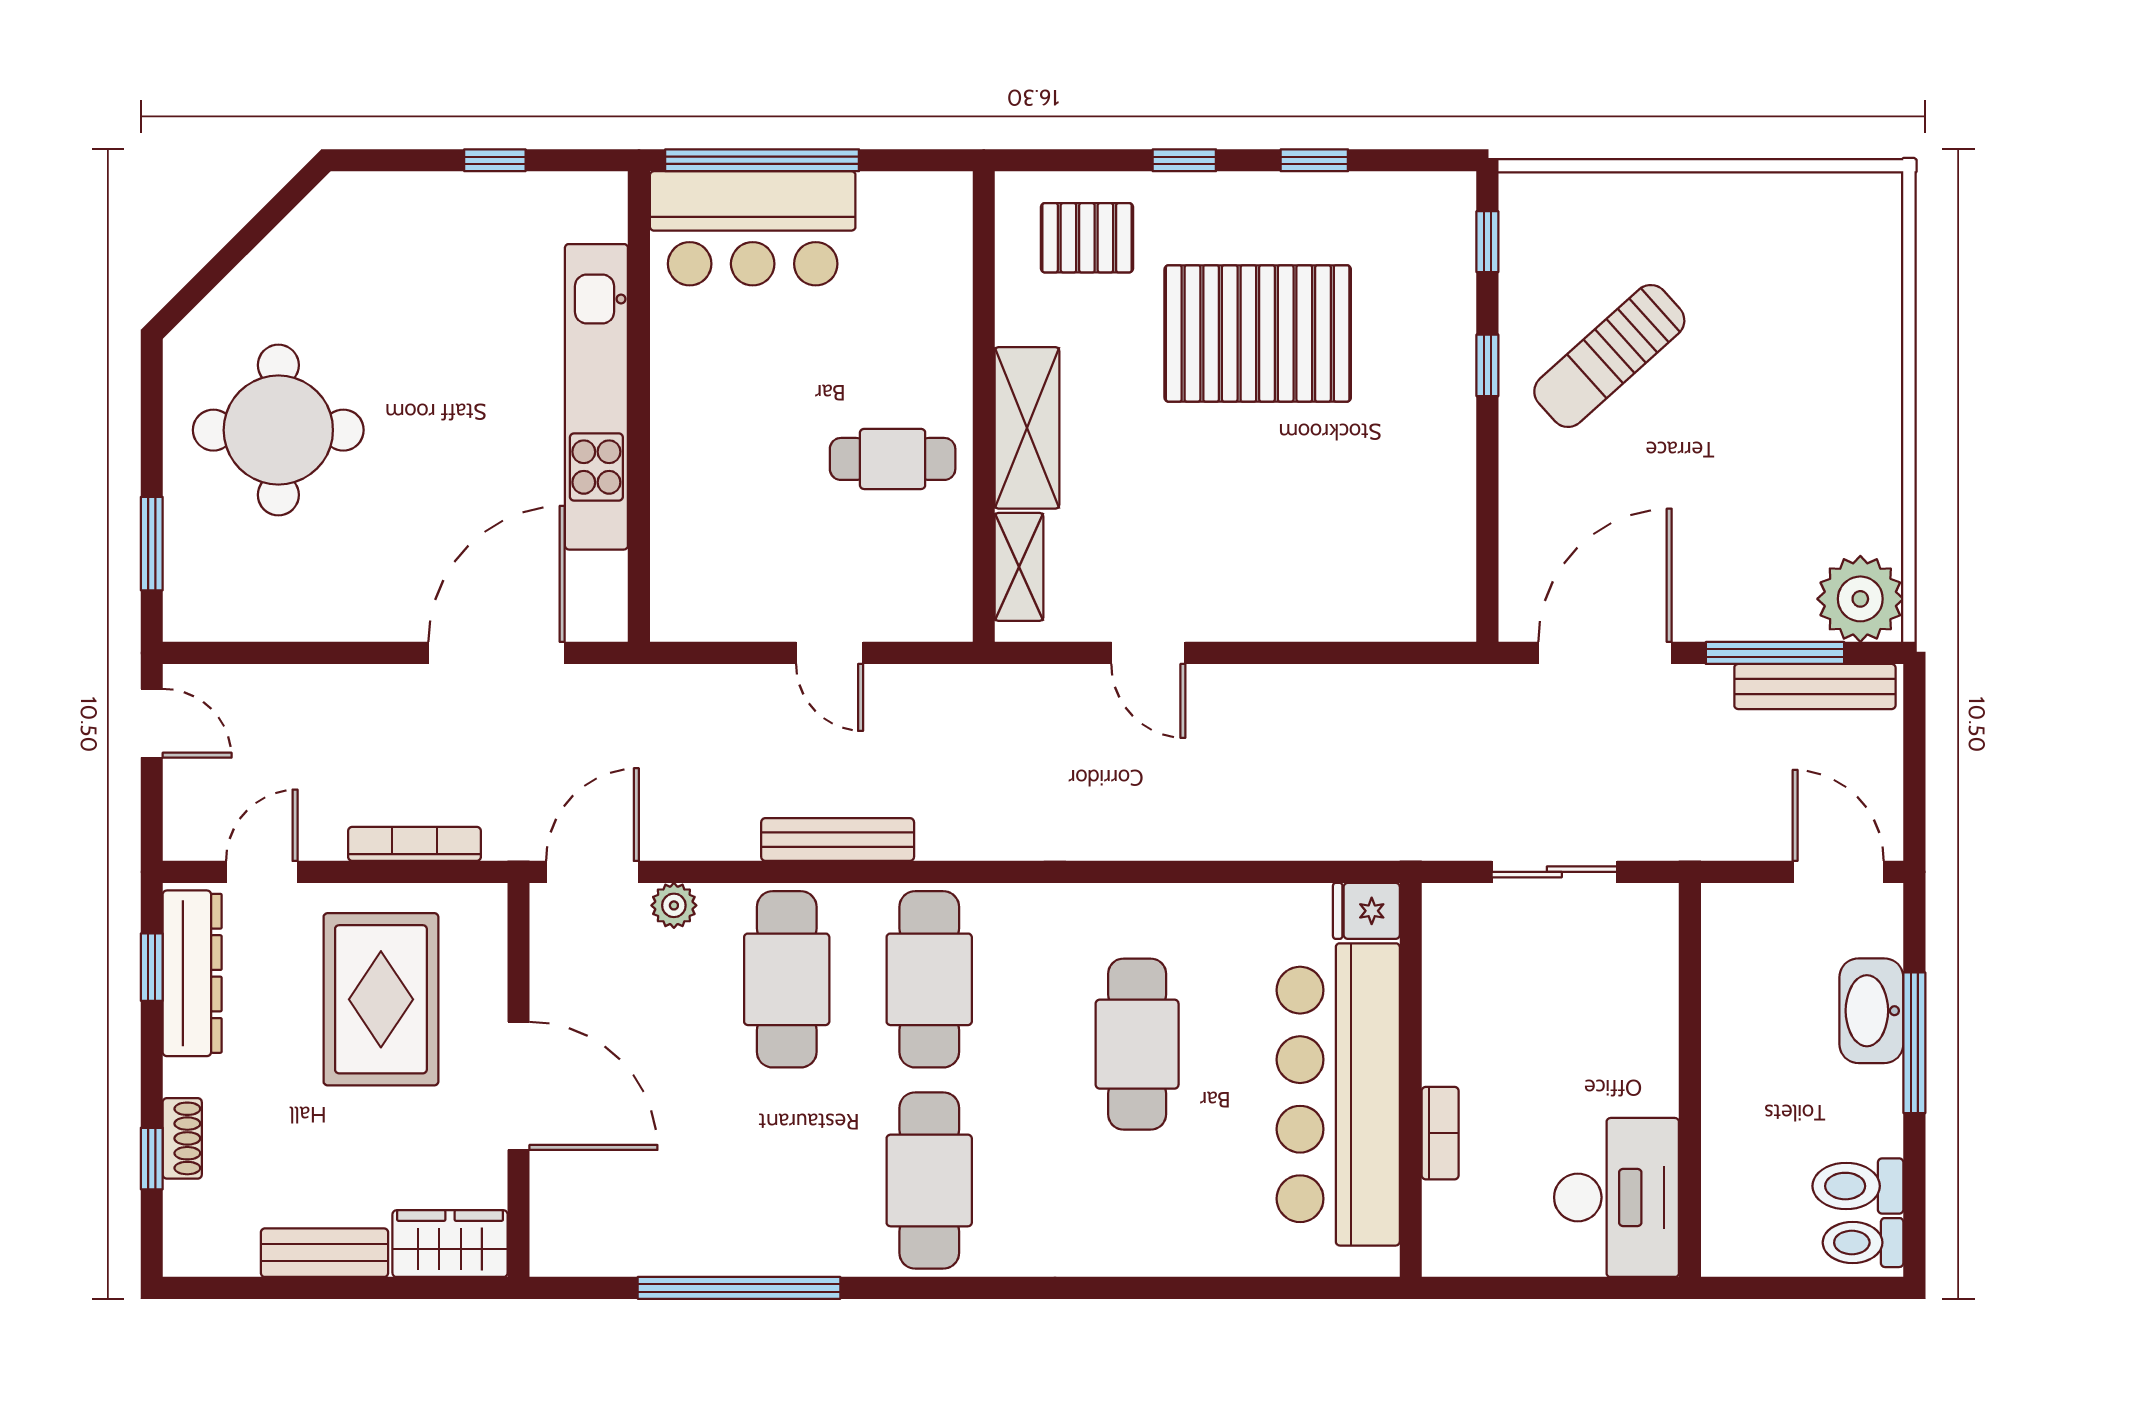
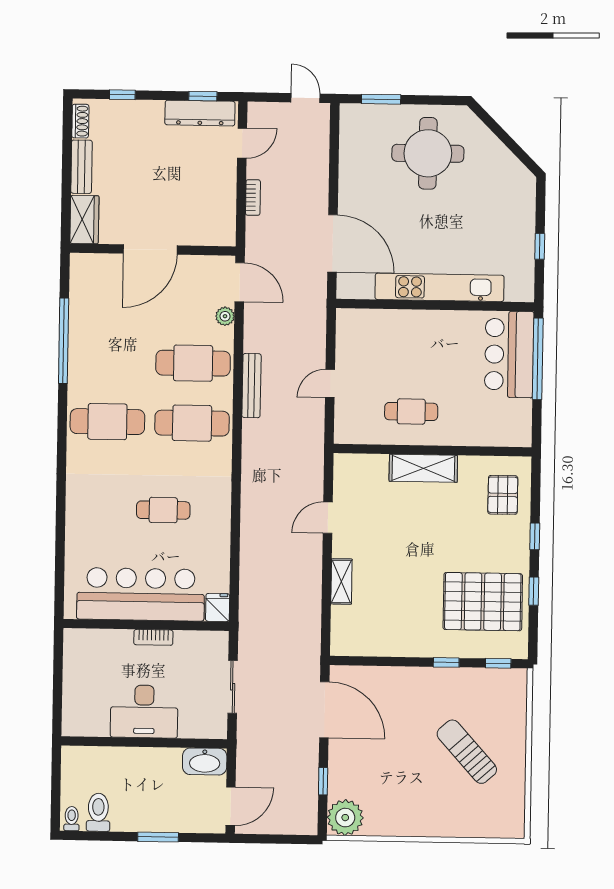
pallet: (1258, 333) -> (483, 602), moved, turned 90
sun lounger: (1609, 356) -> (467, 752), moved
cafe table: (893, 459) -> (411, 411), turned 90
shelving: (1019, 567) -> (341, 581), moved, turned 90
window: (1775, 653) -> (323, 781), width x0.46
bench: (1815, 686) -> (309, 798), removed
door: (152, 723) -> (305, 98), swing flipped
bookcase: (415, 844) -> (253, 197), width x0.64
door: (262, 872) -> (242, 143), hinge flipped
rug: (381, 999) -> (188, 192), removed
washbasin: (1871, 1011) -> (205, 761), moved, turned 180
window: (1914, 1043) -> (158, 837), width x0.69
cafe table: (1137, 1044) -> (163, 510), width x0.73, depth x0.74
bookcase: (1440, 1133) -> (153, 637), moved
shoe rack: (182, 1138) -> (80, 121), moved, turned -90
desk: (1617, 1197) -> (144, 711), moved
toilet: (1863, 1243) -> (72, 819), width x0.73, depth x0.72

